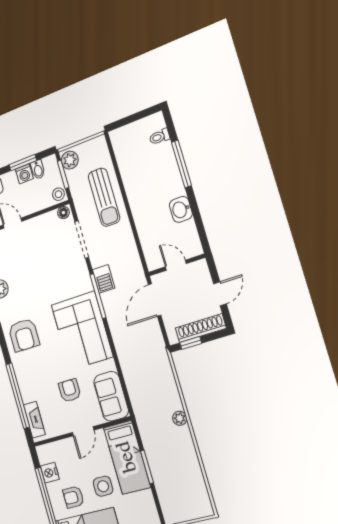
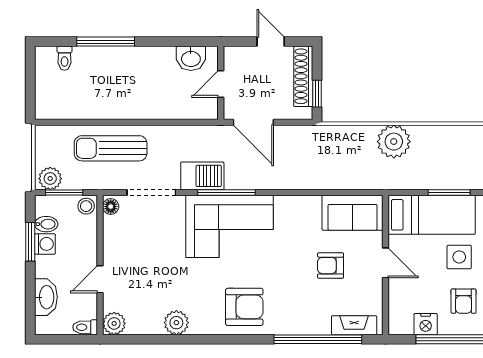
sun lounger: (104, 197) -> (111, 148), turned 180
washbasin: (181, 209) -> (191, 58), moved
barbecue: (104, 279) -> (202, 176), width x1.38, depth x1.27
corner sofa: (82, 331) -> (229, 226), moved
plant: (180, 418) -> (394, 142), width x1.87, depth x1.87

